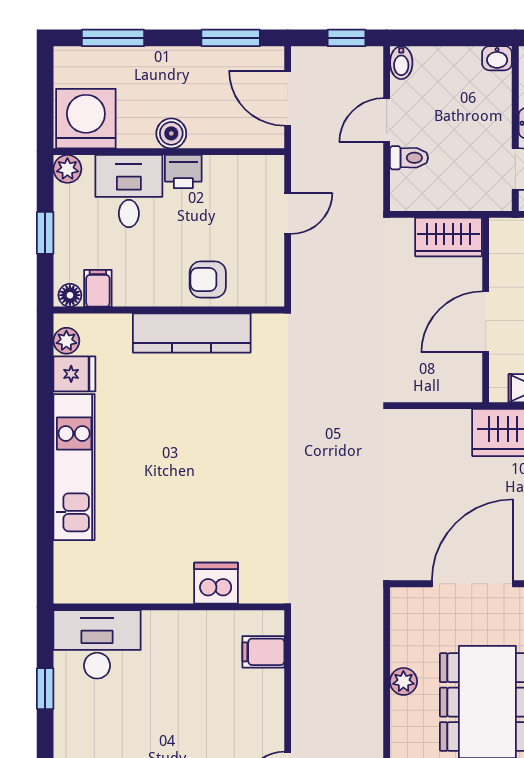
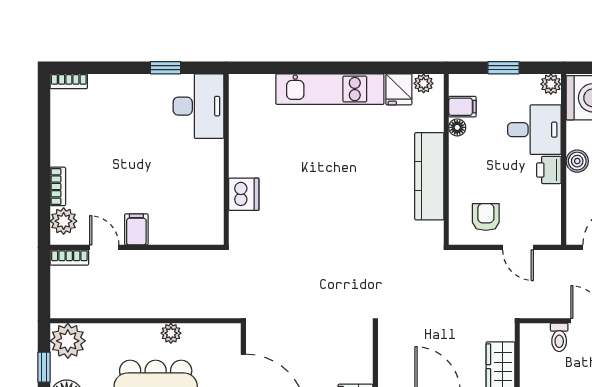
armchair: (208, 280) -> (486, 217), moved
floor lamp: (70, 295) -> (457, 127), moved
filing cabinet: (263, 652) -> (136, 229), moved

